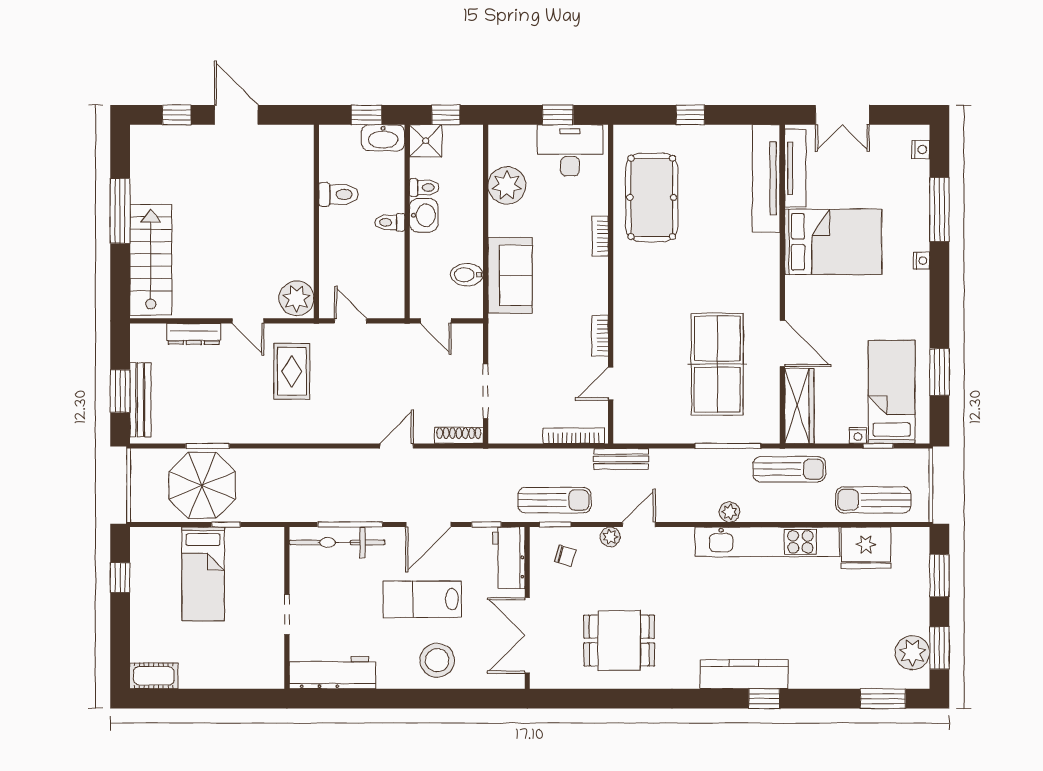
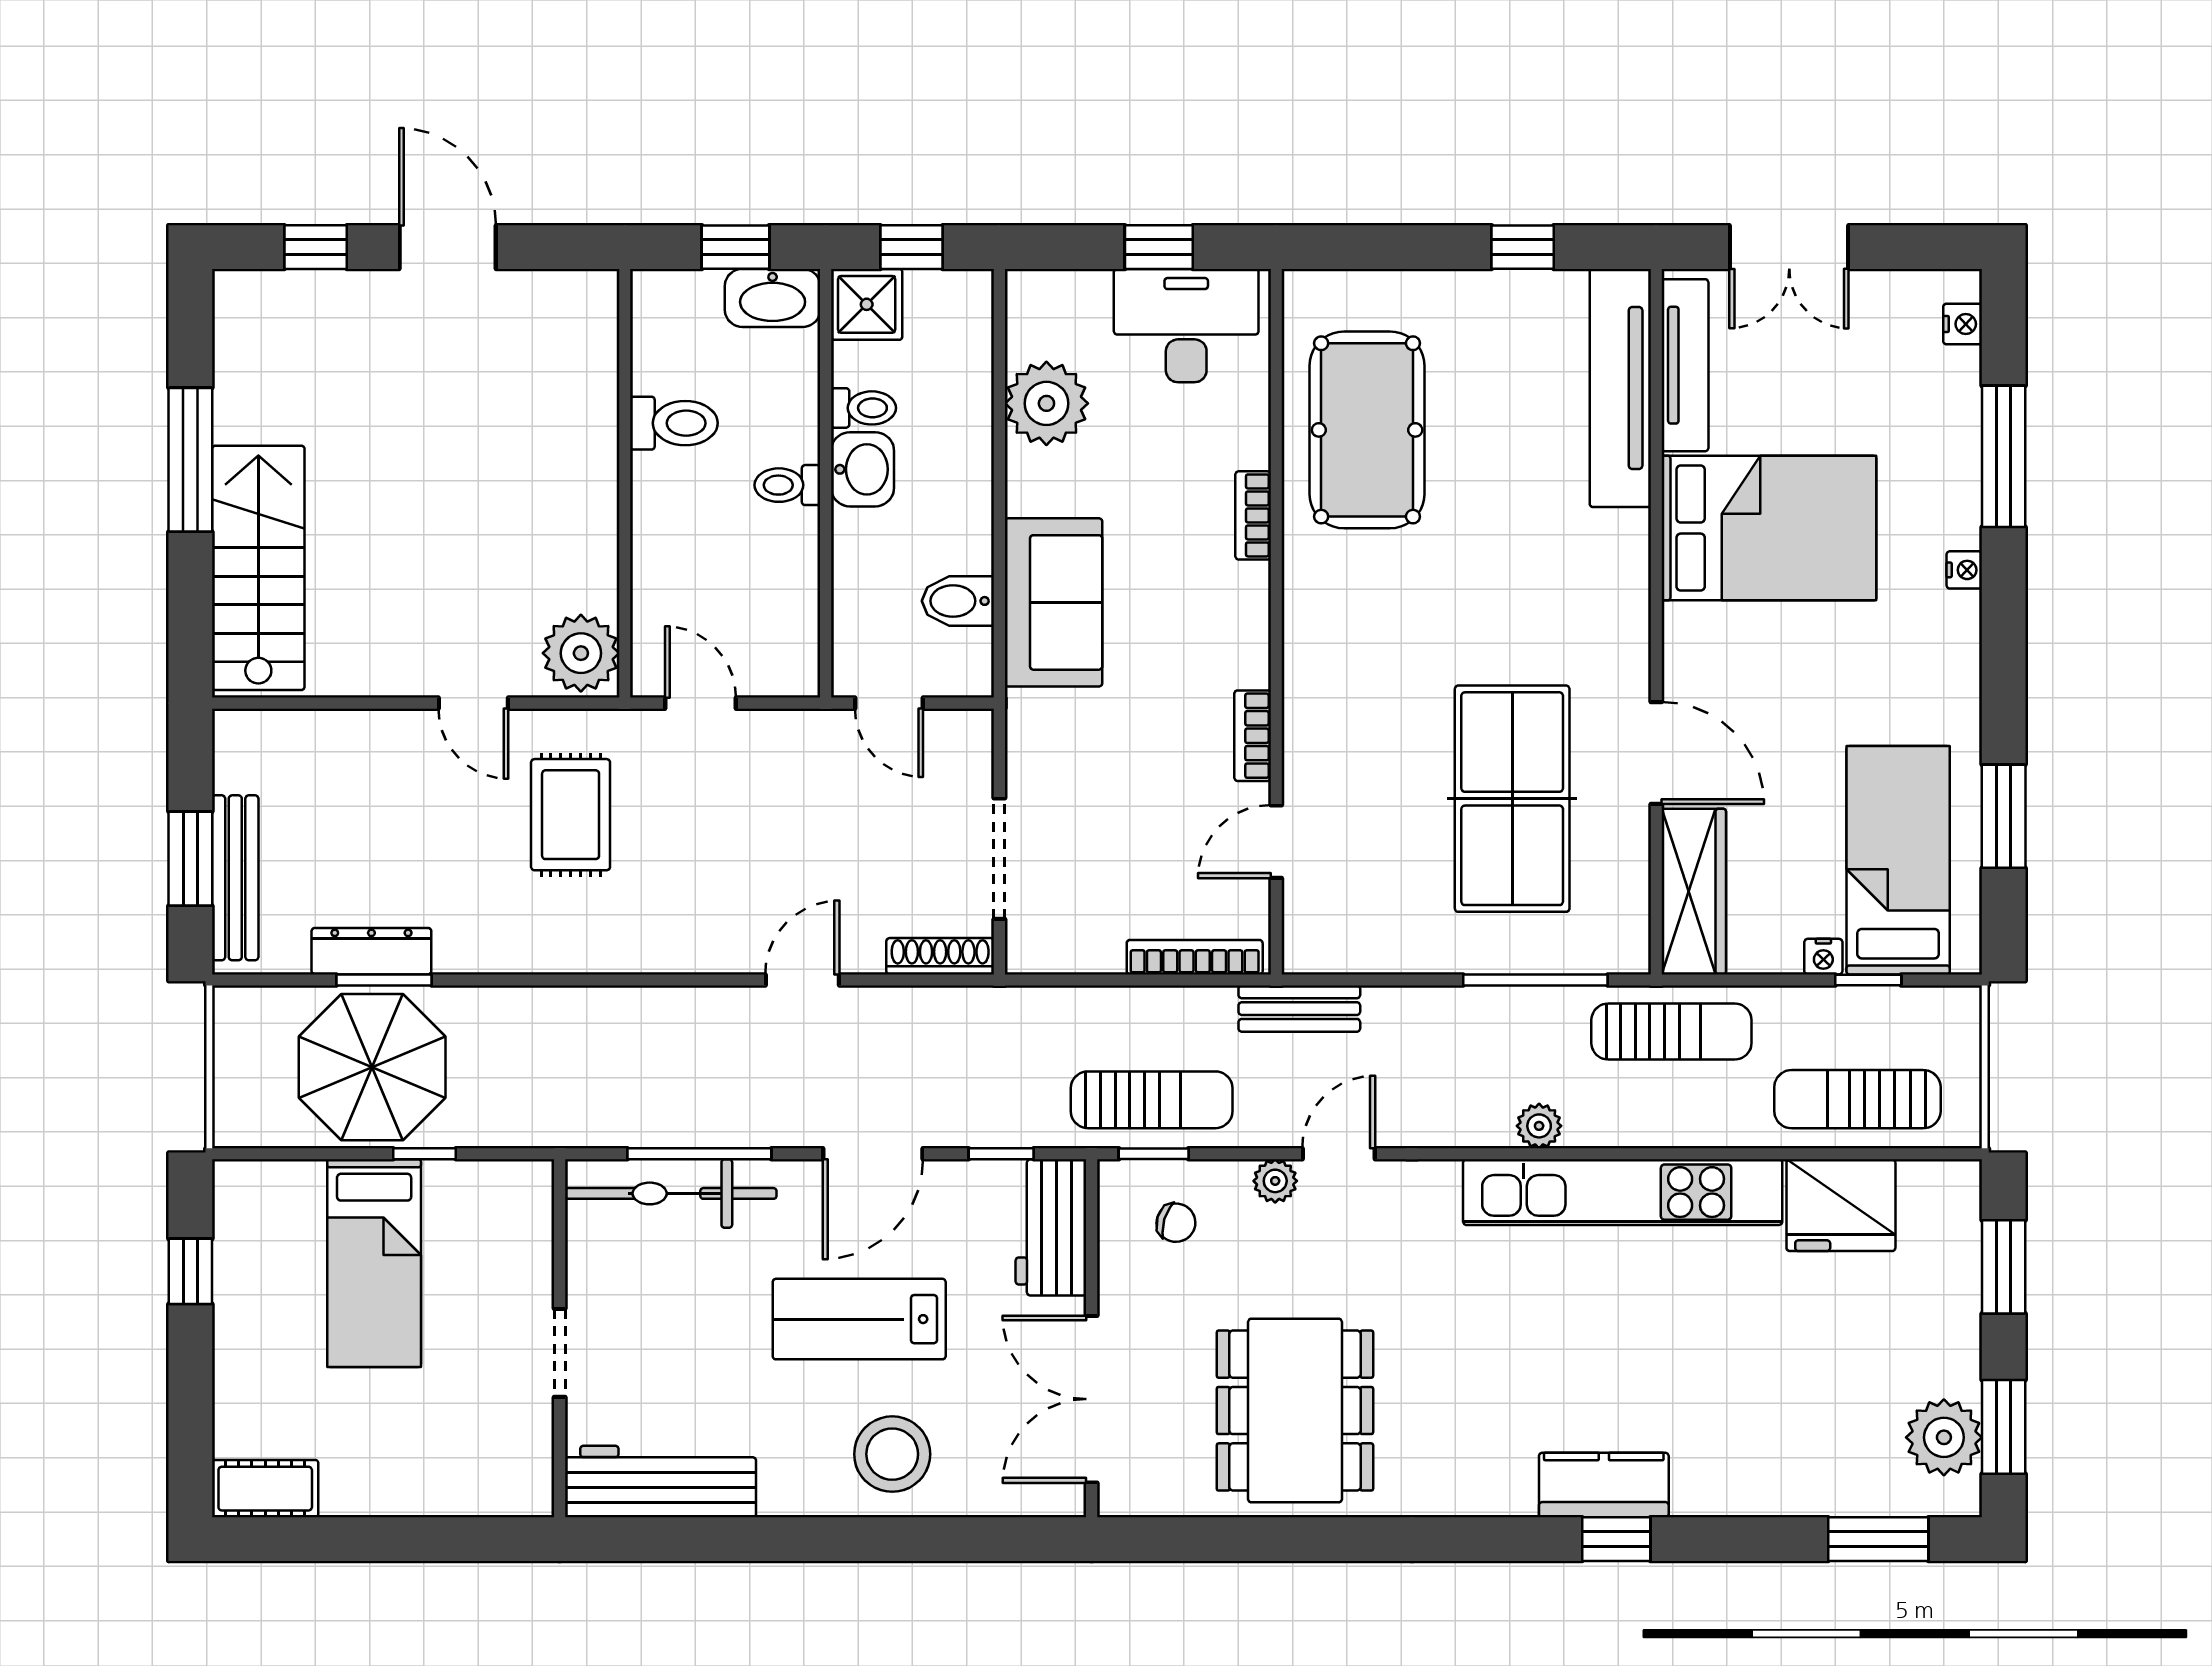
window: (690, 115) -> (1523, 247), moved
dresser: (194, 334) -> (371, 951), moved, turned 180
dining table: (619, 641) -> (1295, 1411), width x1.38
kitchen counter: (744, 674) -> (1604, 1485), width x0.67

